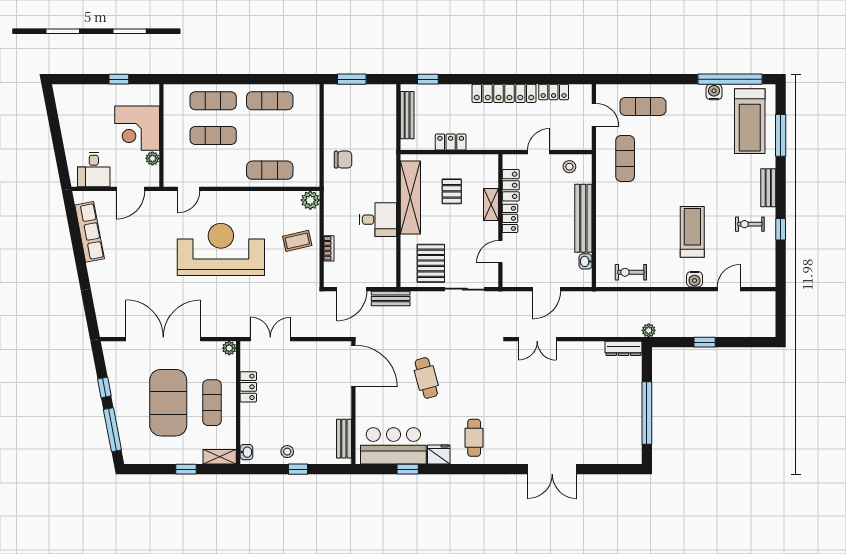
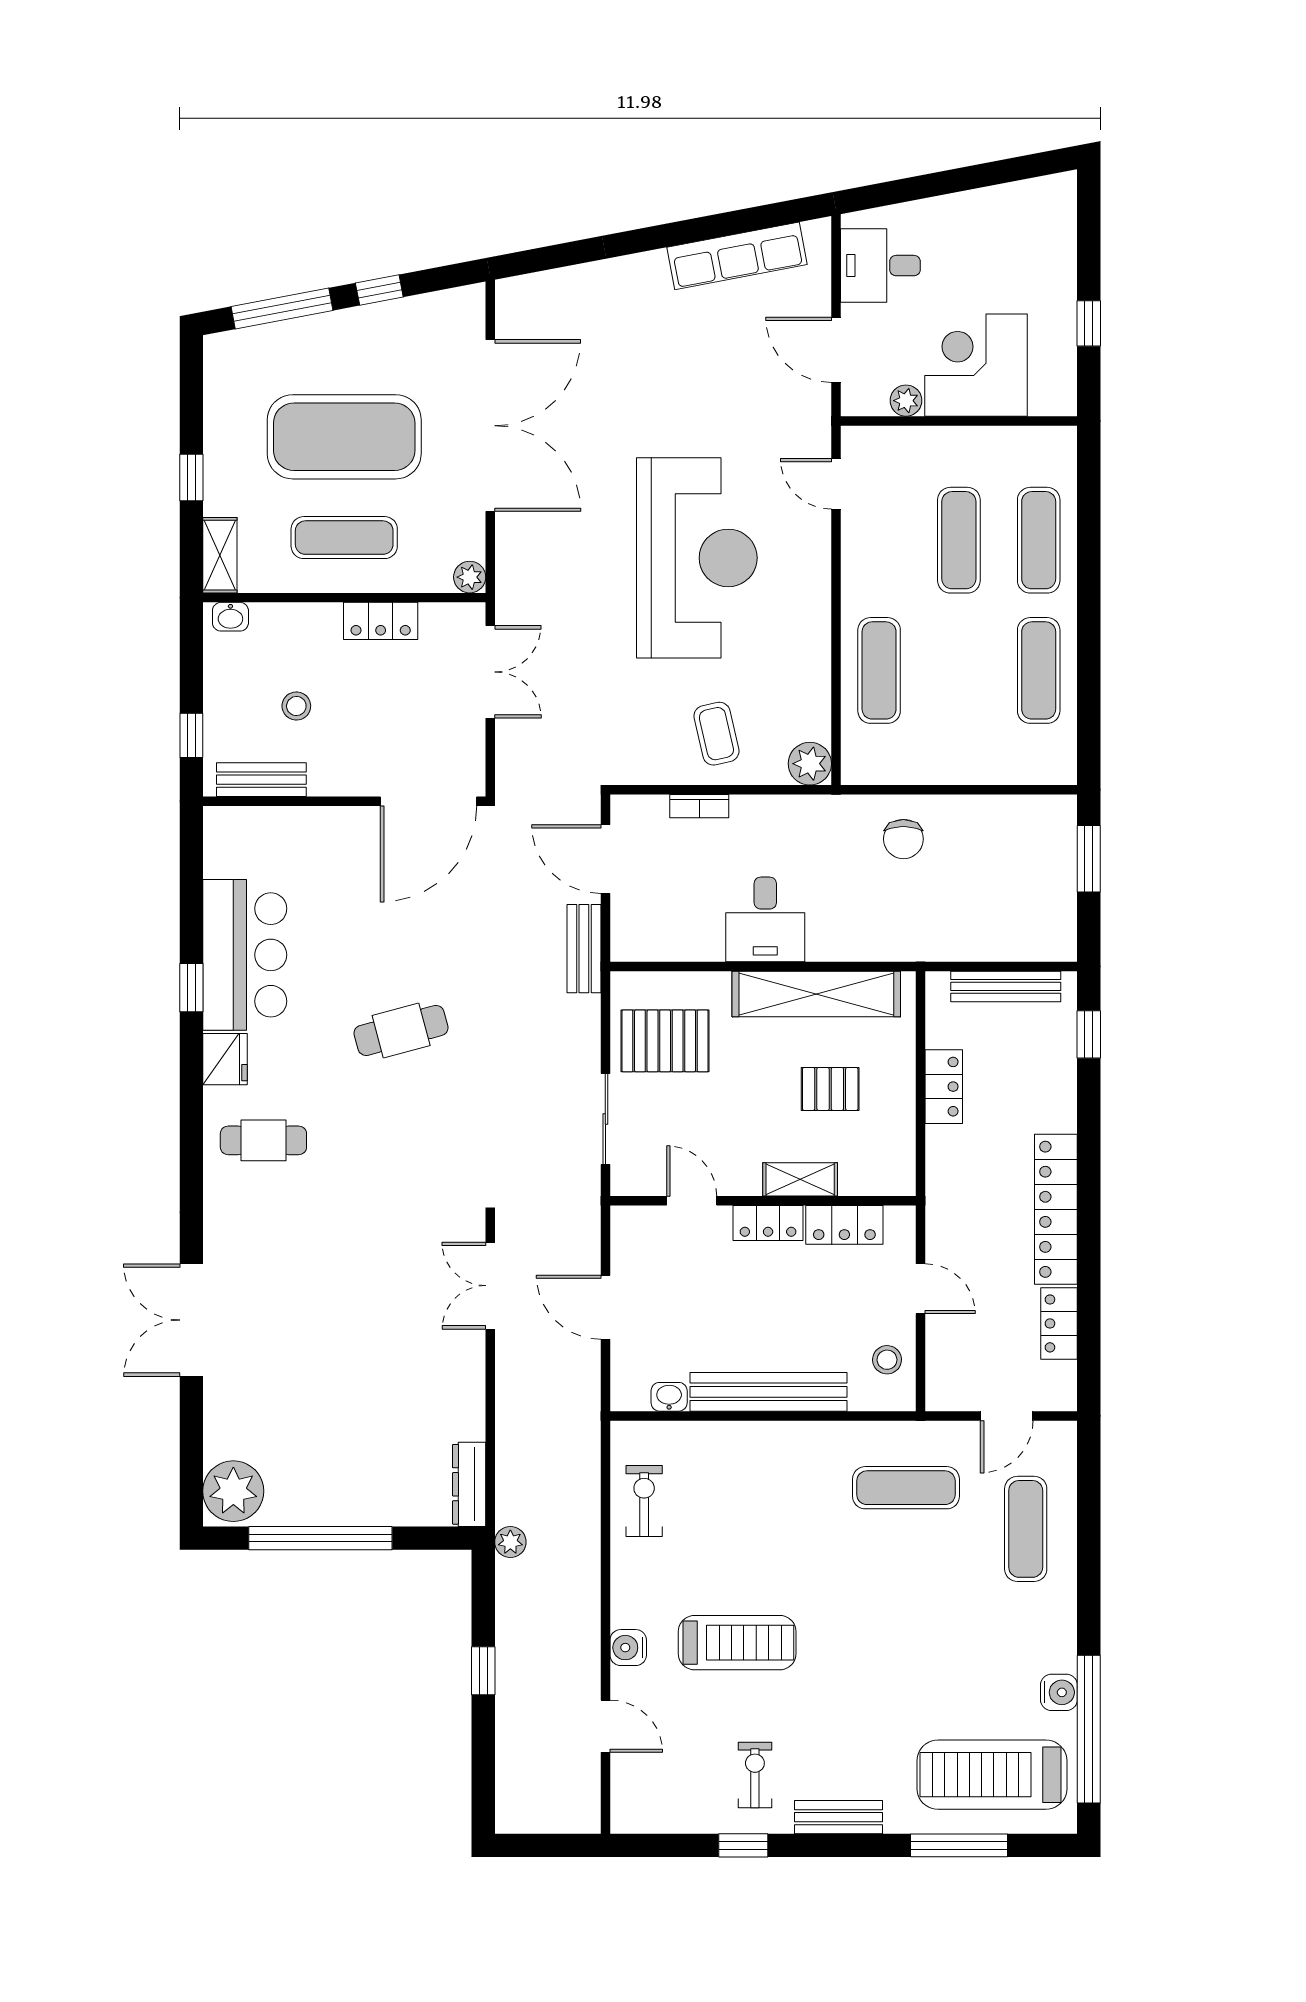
door: (353, 366) -> (428, 801), moved
wall: (353, 403) -> (344, 801), moved
bench: (344, 439) -> (261, 780), moved
plant: (627, 451) -> (233, 1491), added
stool: (287, 452) -> (296, 706), moved

